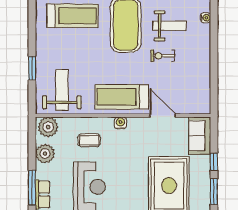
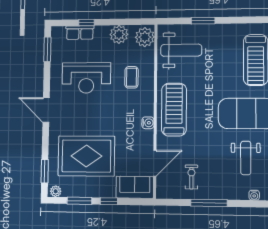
exercise bike: (163, 56) -> (191, 177), moved
window: (214, 62) -> (209, 203), added
door: (163, 116) -> (155, 163), moved
water cooler: (120, 123) -> (148, 123), moved
window: (32, 188) -> (86, 22), width x0.46

